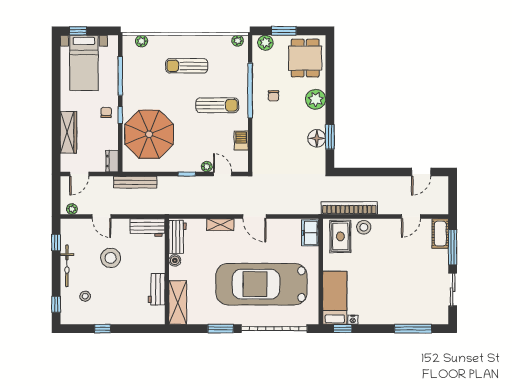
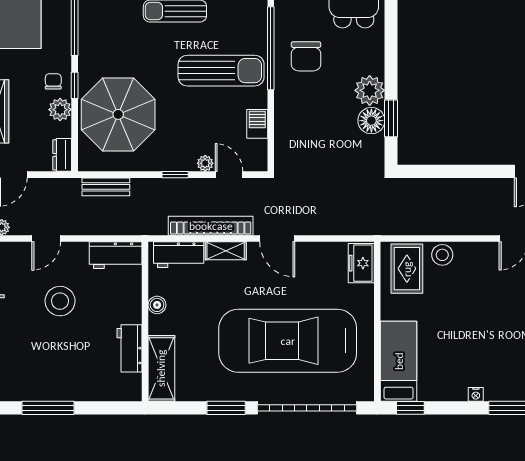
chair: (274, 96) -> (306, 56), width x1.87, depth x1.87
plant: (316, 99) -> (370, 90), moved
sun lounger: (217, 105) -> (221, 71), width x1.36, depth x1.34
plant: (111, 131) -> (60, 110), added
bench: (135, 182) -> (106, 187), width x0.73
bookcase: (349, 208) -> (211, 226), moved
door: (101, 216) -> (46, 238), hinge flipped
workbench: (178, 237) -> (179, 255), moved, turned 90
stool: (85, 296) -> (22, 359), removed
nightstand: (353, 320) -> (476, 394), moved
window: (103, 329) -> (48, 408), width x2.17

